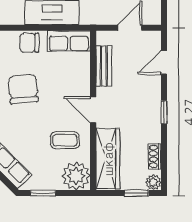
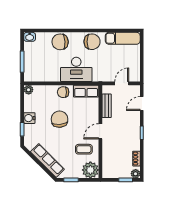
door: (93, 110) -> (100, 131), hinge flipped
wardrobe: (108, 159) -> (109, 160), removed

